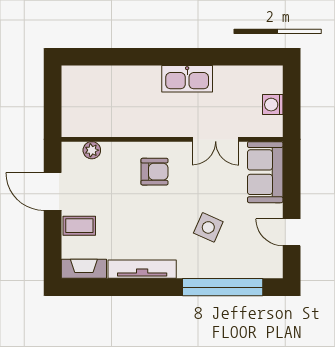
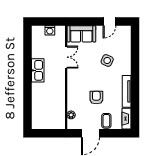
armchair: (154, 172) -> (96, 98), moved
window: (223, 287) -> (135, 54), removed

